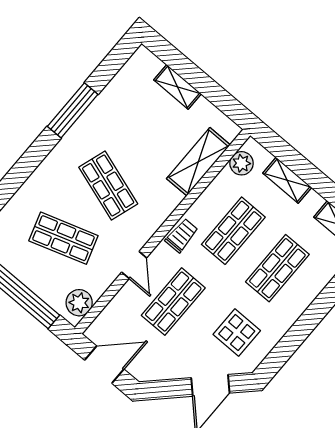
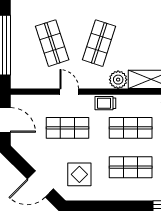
trolley: (182, 235) -> (105, 103), turned 180
door: (134, 265) -> (69, 92), swing flipped
plant: (79, 303) -> (118, 80), moved

